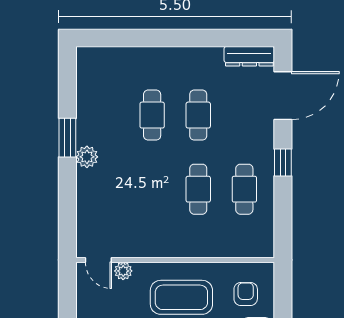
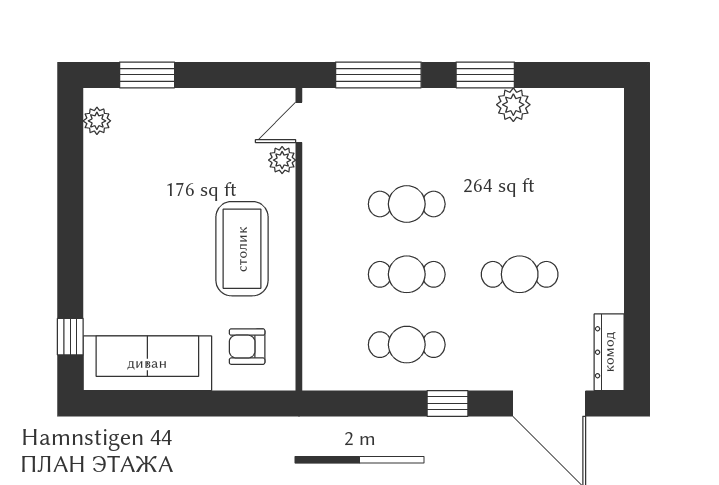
cafe table: (152, 115) -> (407, 204), moved
plant: (87, 157) -> (513, 105), moved
window: (67, 208) -> (378, 75), added
armchair: (246, 294) -> (247, 347), turned 180

